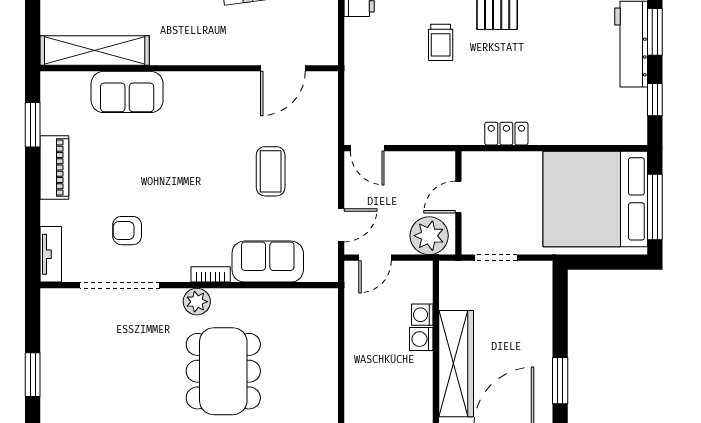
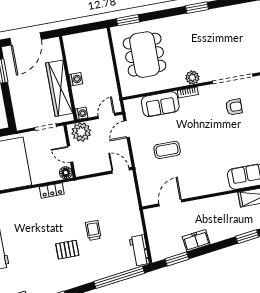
floor lamp: (473, 163) -> (66, 173), added
coffee table: (271, 171) -> (167, 150), turned 90
door: (458, 197) -> (70, 154), swing flipped
washing machine: (422, 315) -> (82, 113), moved
wardrobe: (456, 364) -> (59, 88), moved
dining table: (223, 371) -> (145, 55), moved

